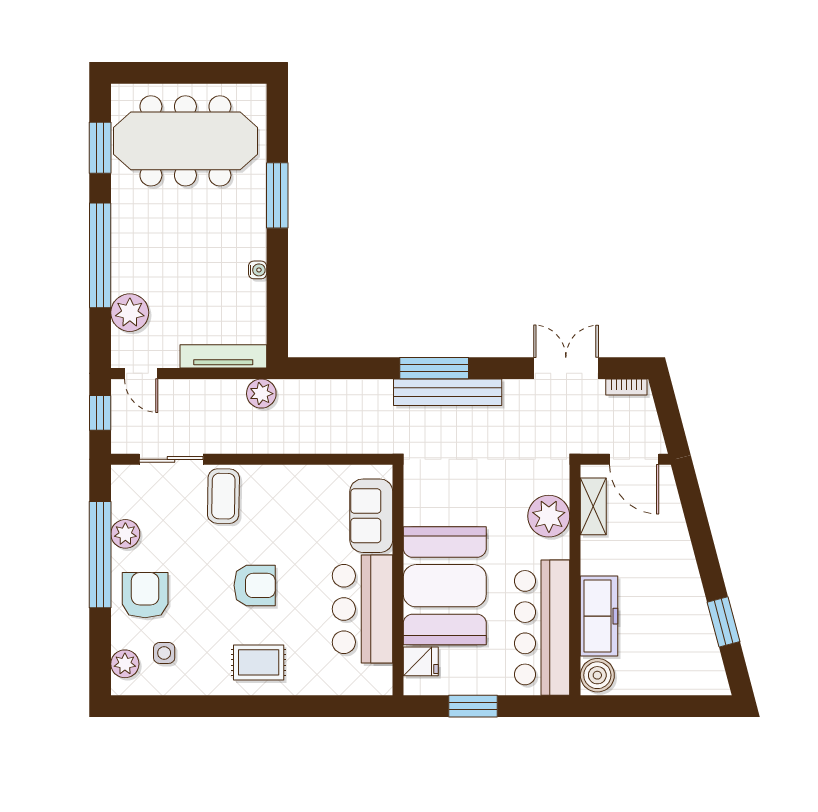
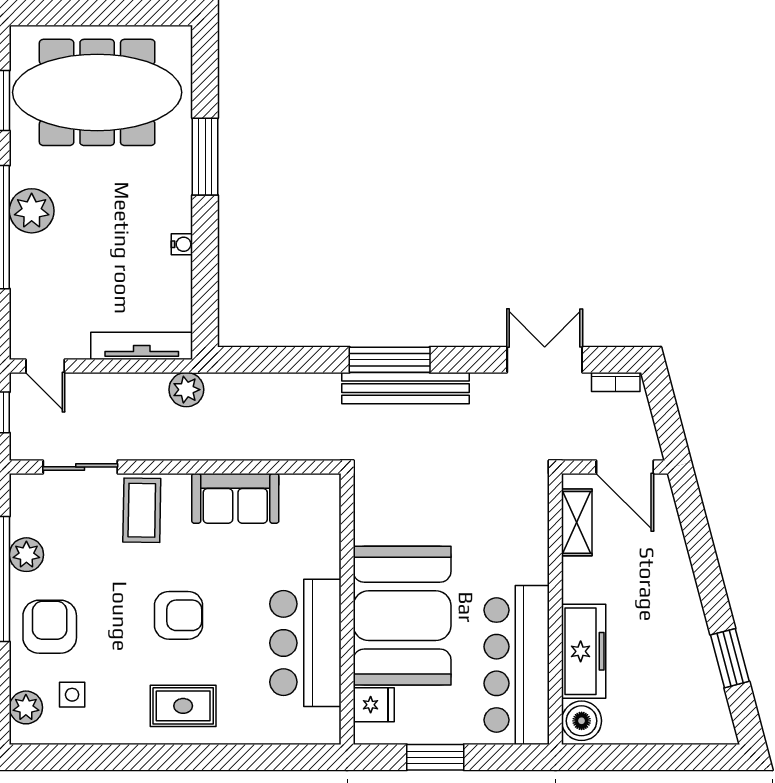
plant: (130, 313) -> (32, 211), moved
sofa: (371, 516) -> (235, 498), moved, turned -90
plant: (549, 516) -> (524, 534), removed

